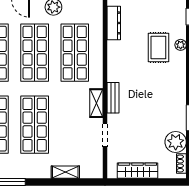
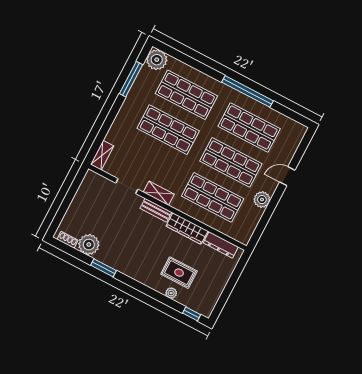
wardrobe: (137, 171) -> (187, 229), moved, turned 90
shelving: (65, 172) -> (102, 155), moved

